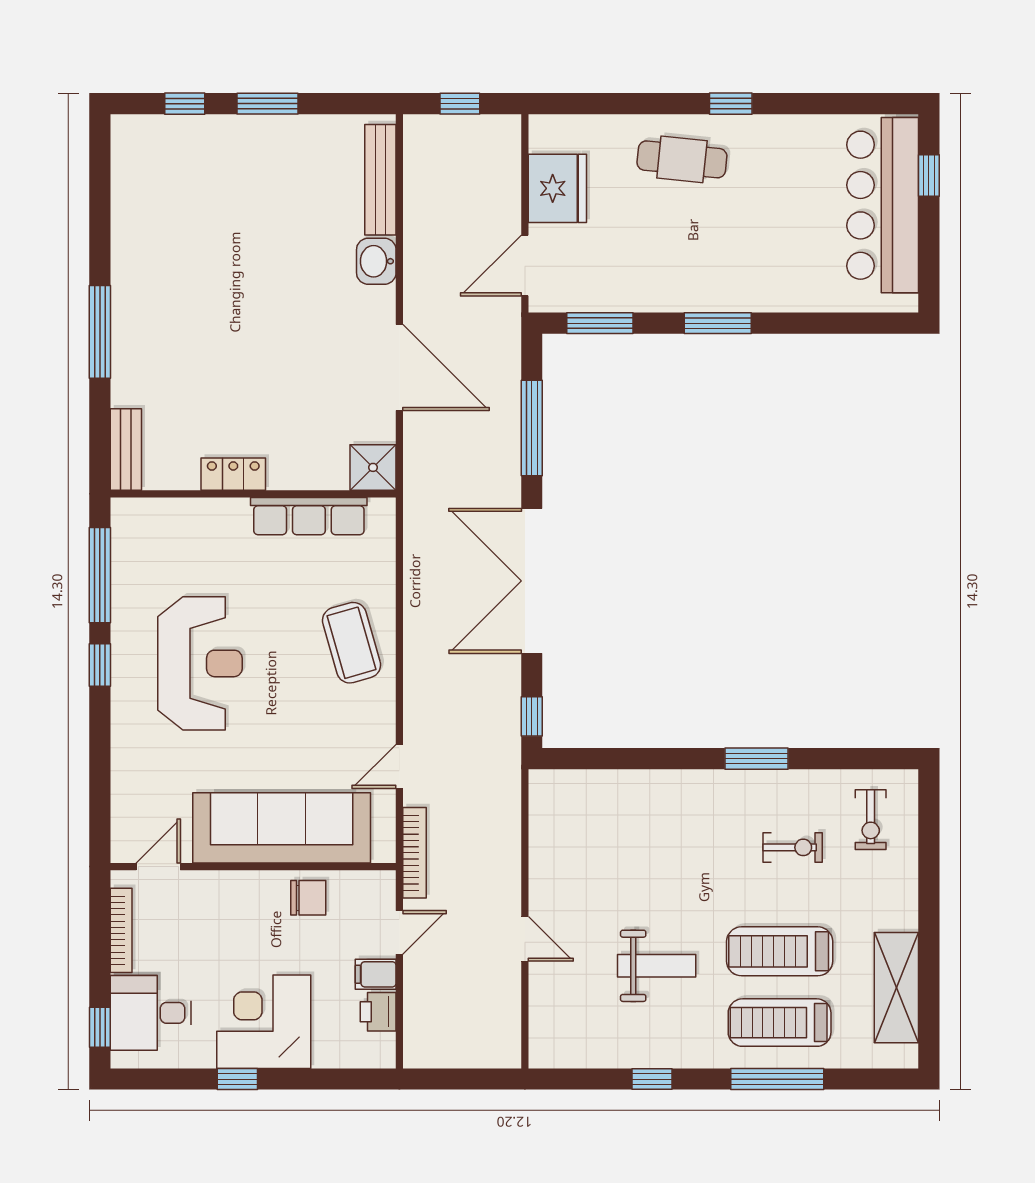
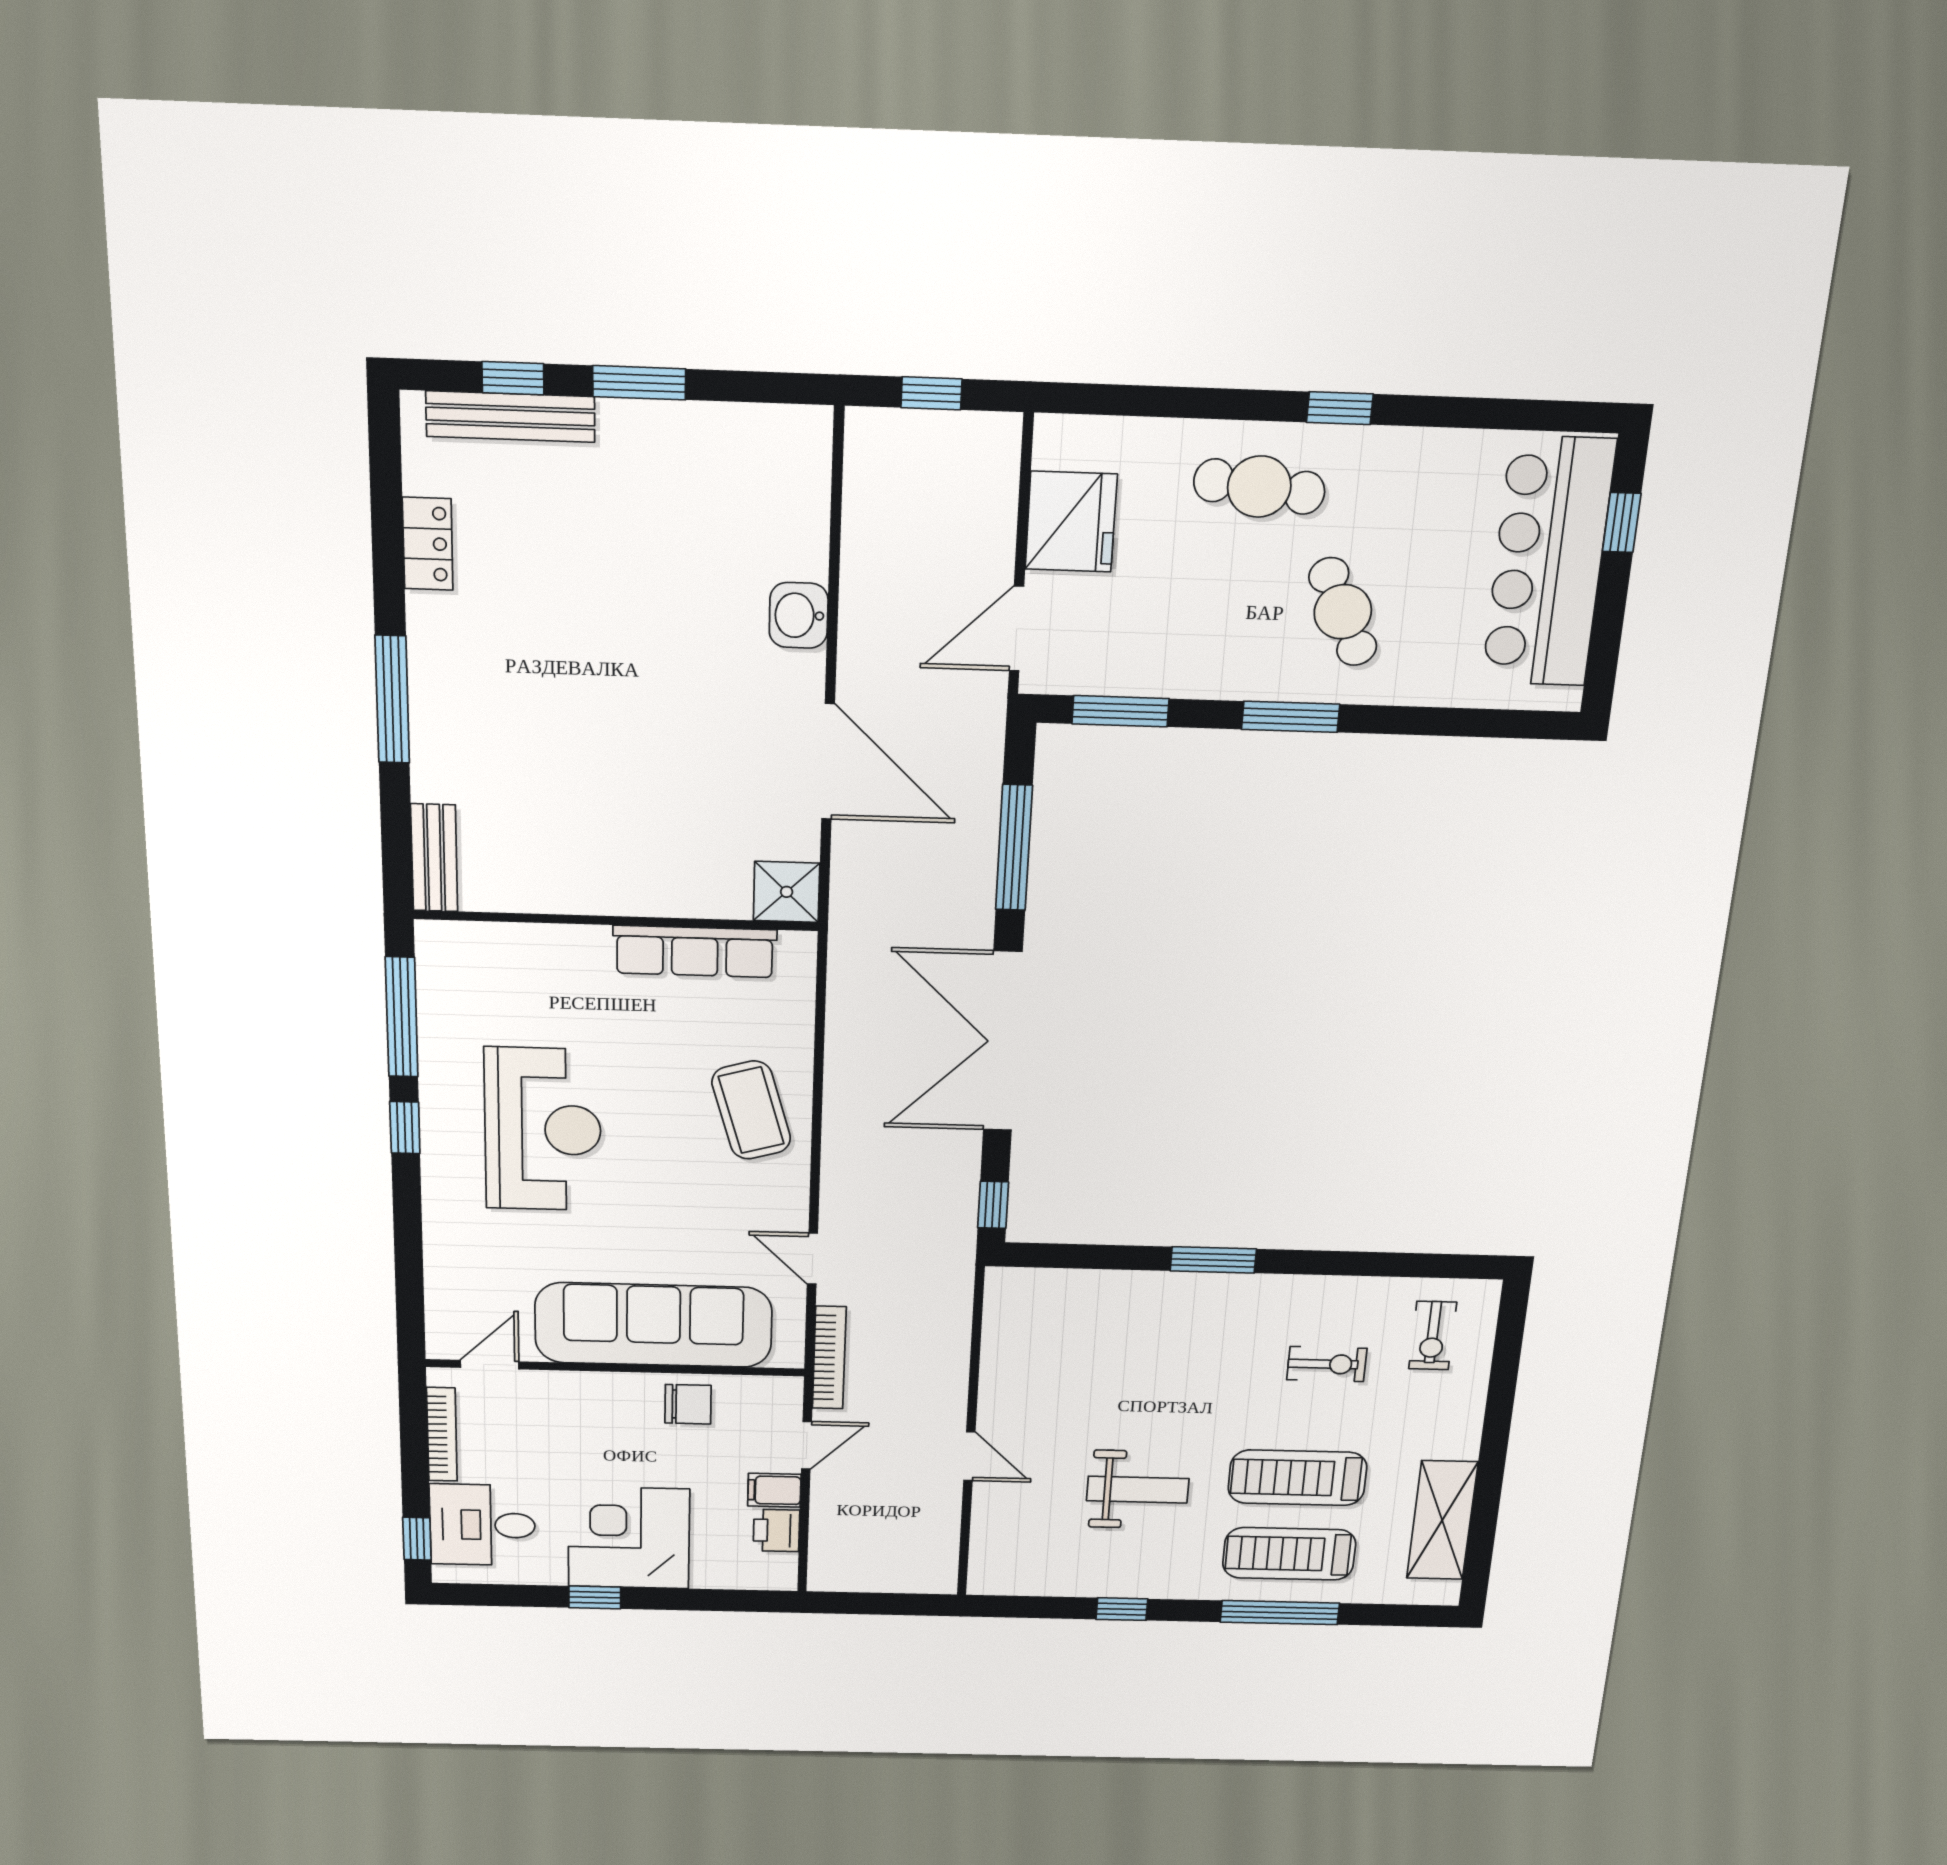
bench: (380, 180) -> (510, 417), moved, turned 90
cafe table: (747, 245) -> (1343, 612), added
locker: (233, 474) -> (428, 544), moved, turned 90
window: (757, 759) -> (1213, 1260), moved
door: (399, 767) -> (812, 1259), hinge flipped

